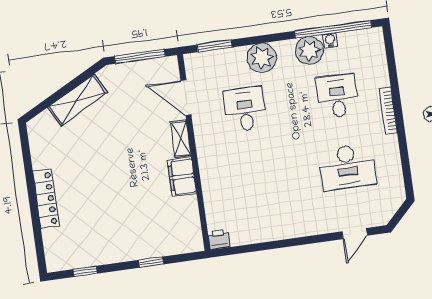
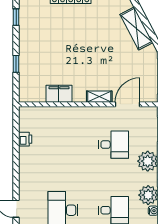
filing cabinet: (182, 177) -> (59, 94), moved
printer: (219, 239) -> (25, 139), moved

